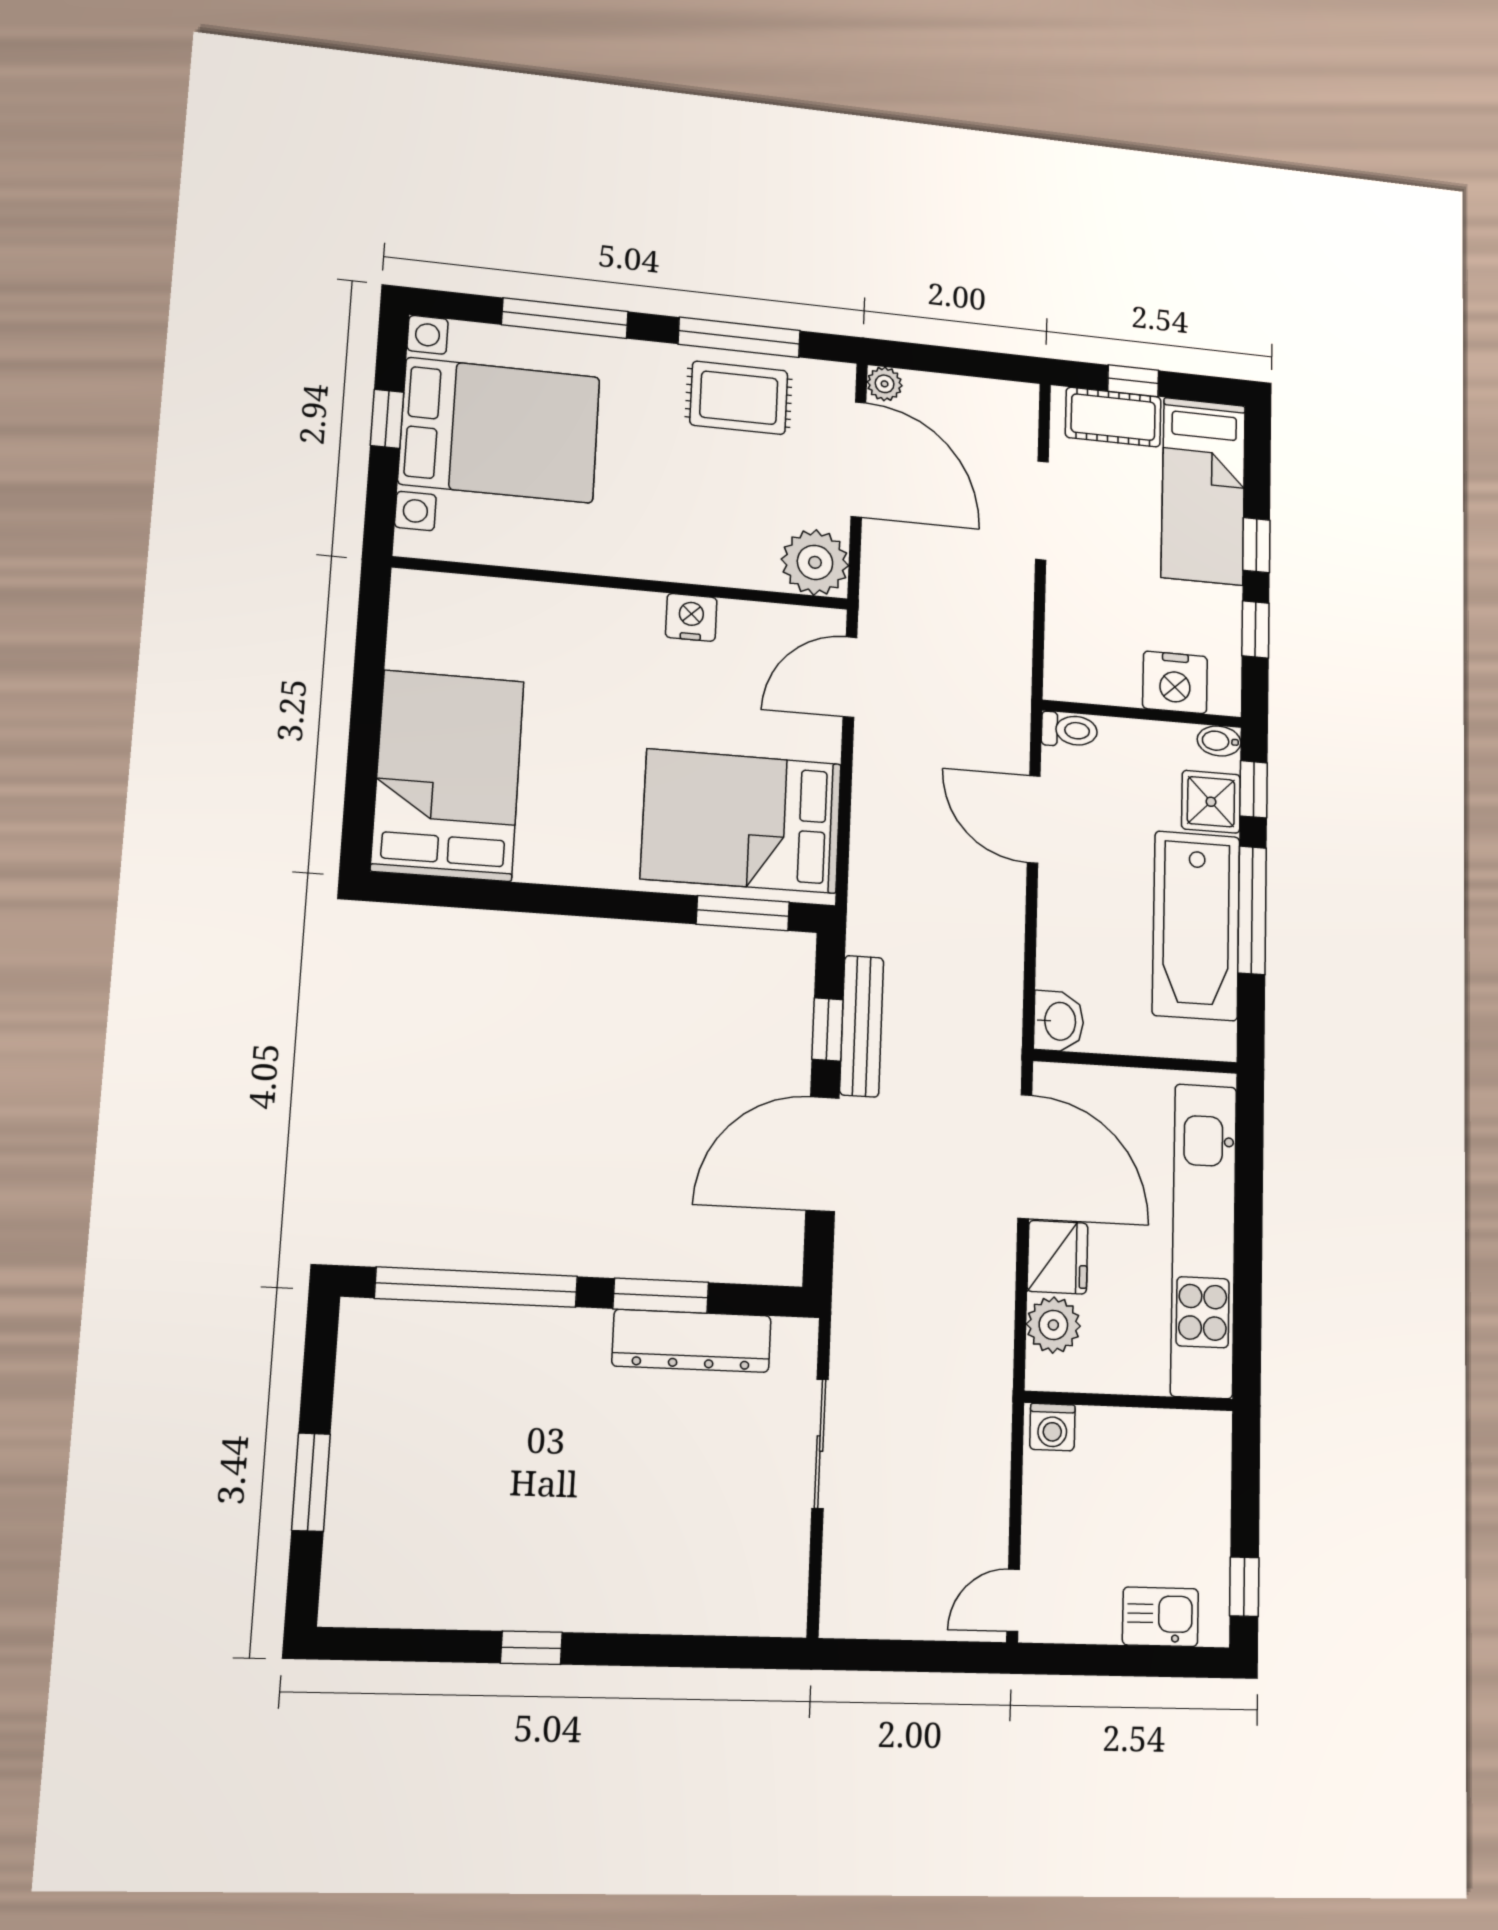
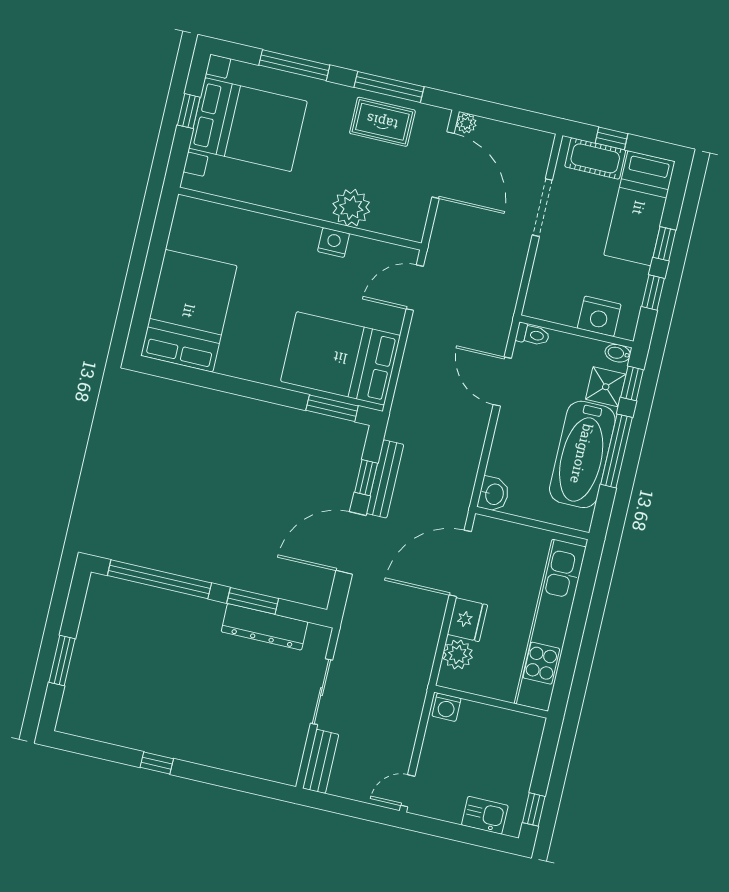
plant: (815, 562) -> (351, 208), moved
door: (1025, 1157) -> (460, 563), swing flipped
bench: (843, 1578) -> (321, 761), added

